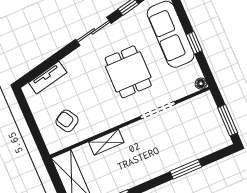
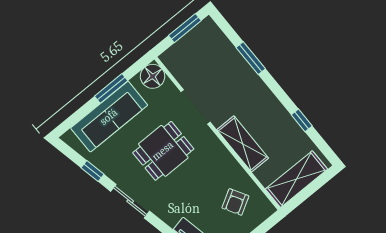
window: (194, 43) -> (111, 88), width x1.50
floor lamp: (201, 84) -> (153, 76), width x1.89, depth x1.89
shelving: (106, 142) -> (243, 144), width x1.50, depth x1.33

